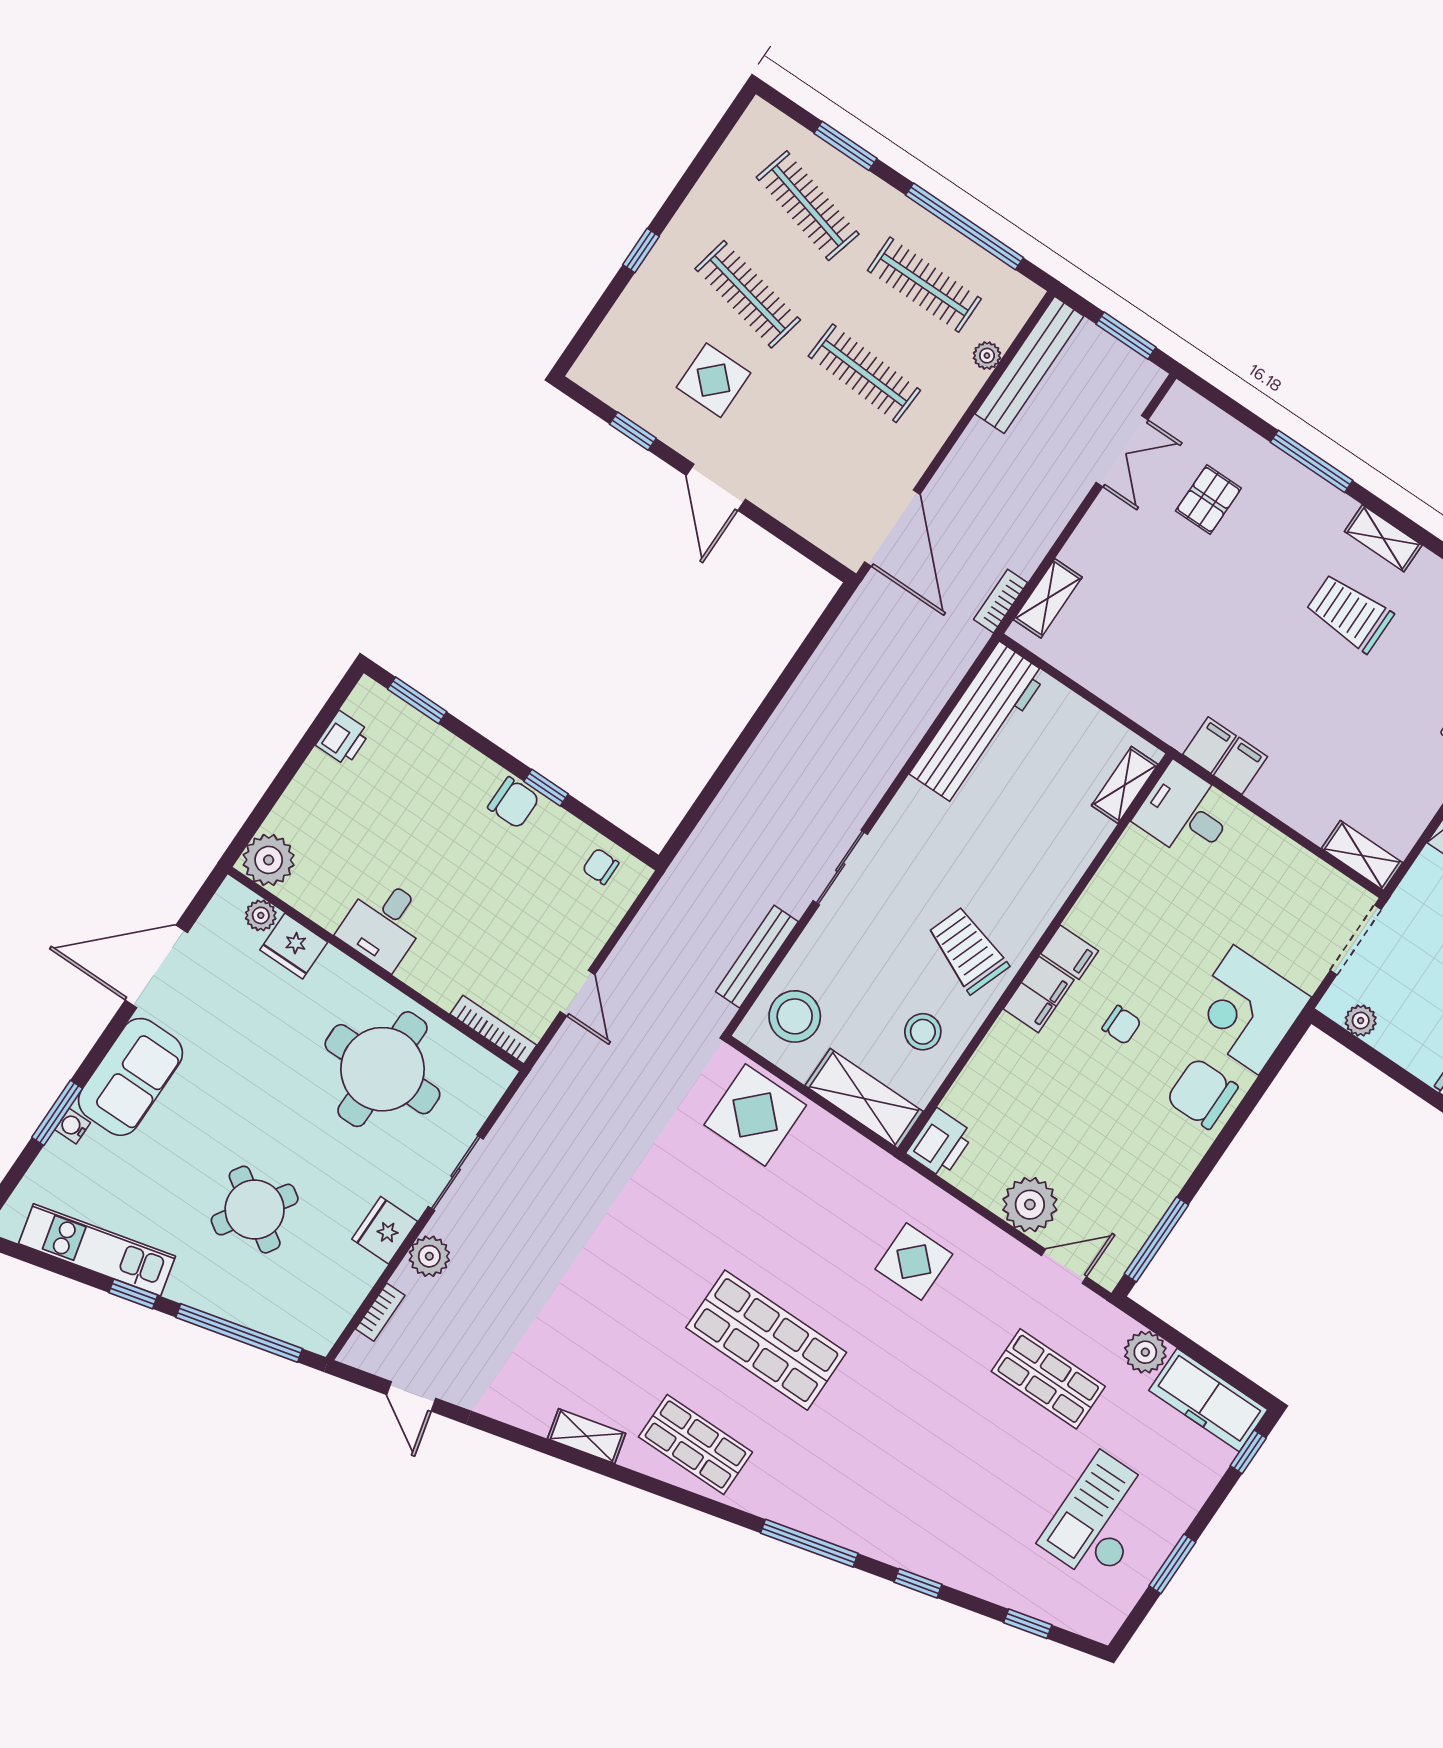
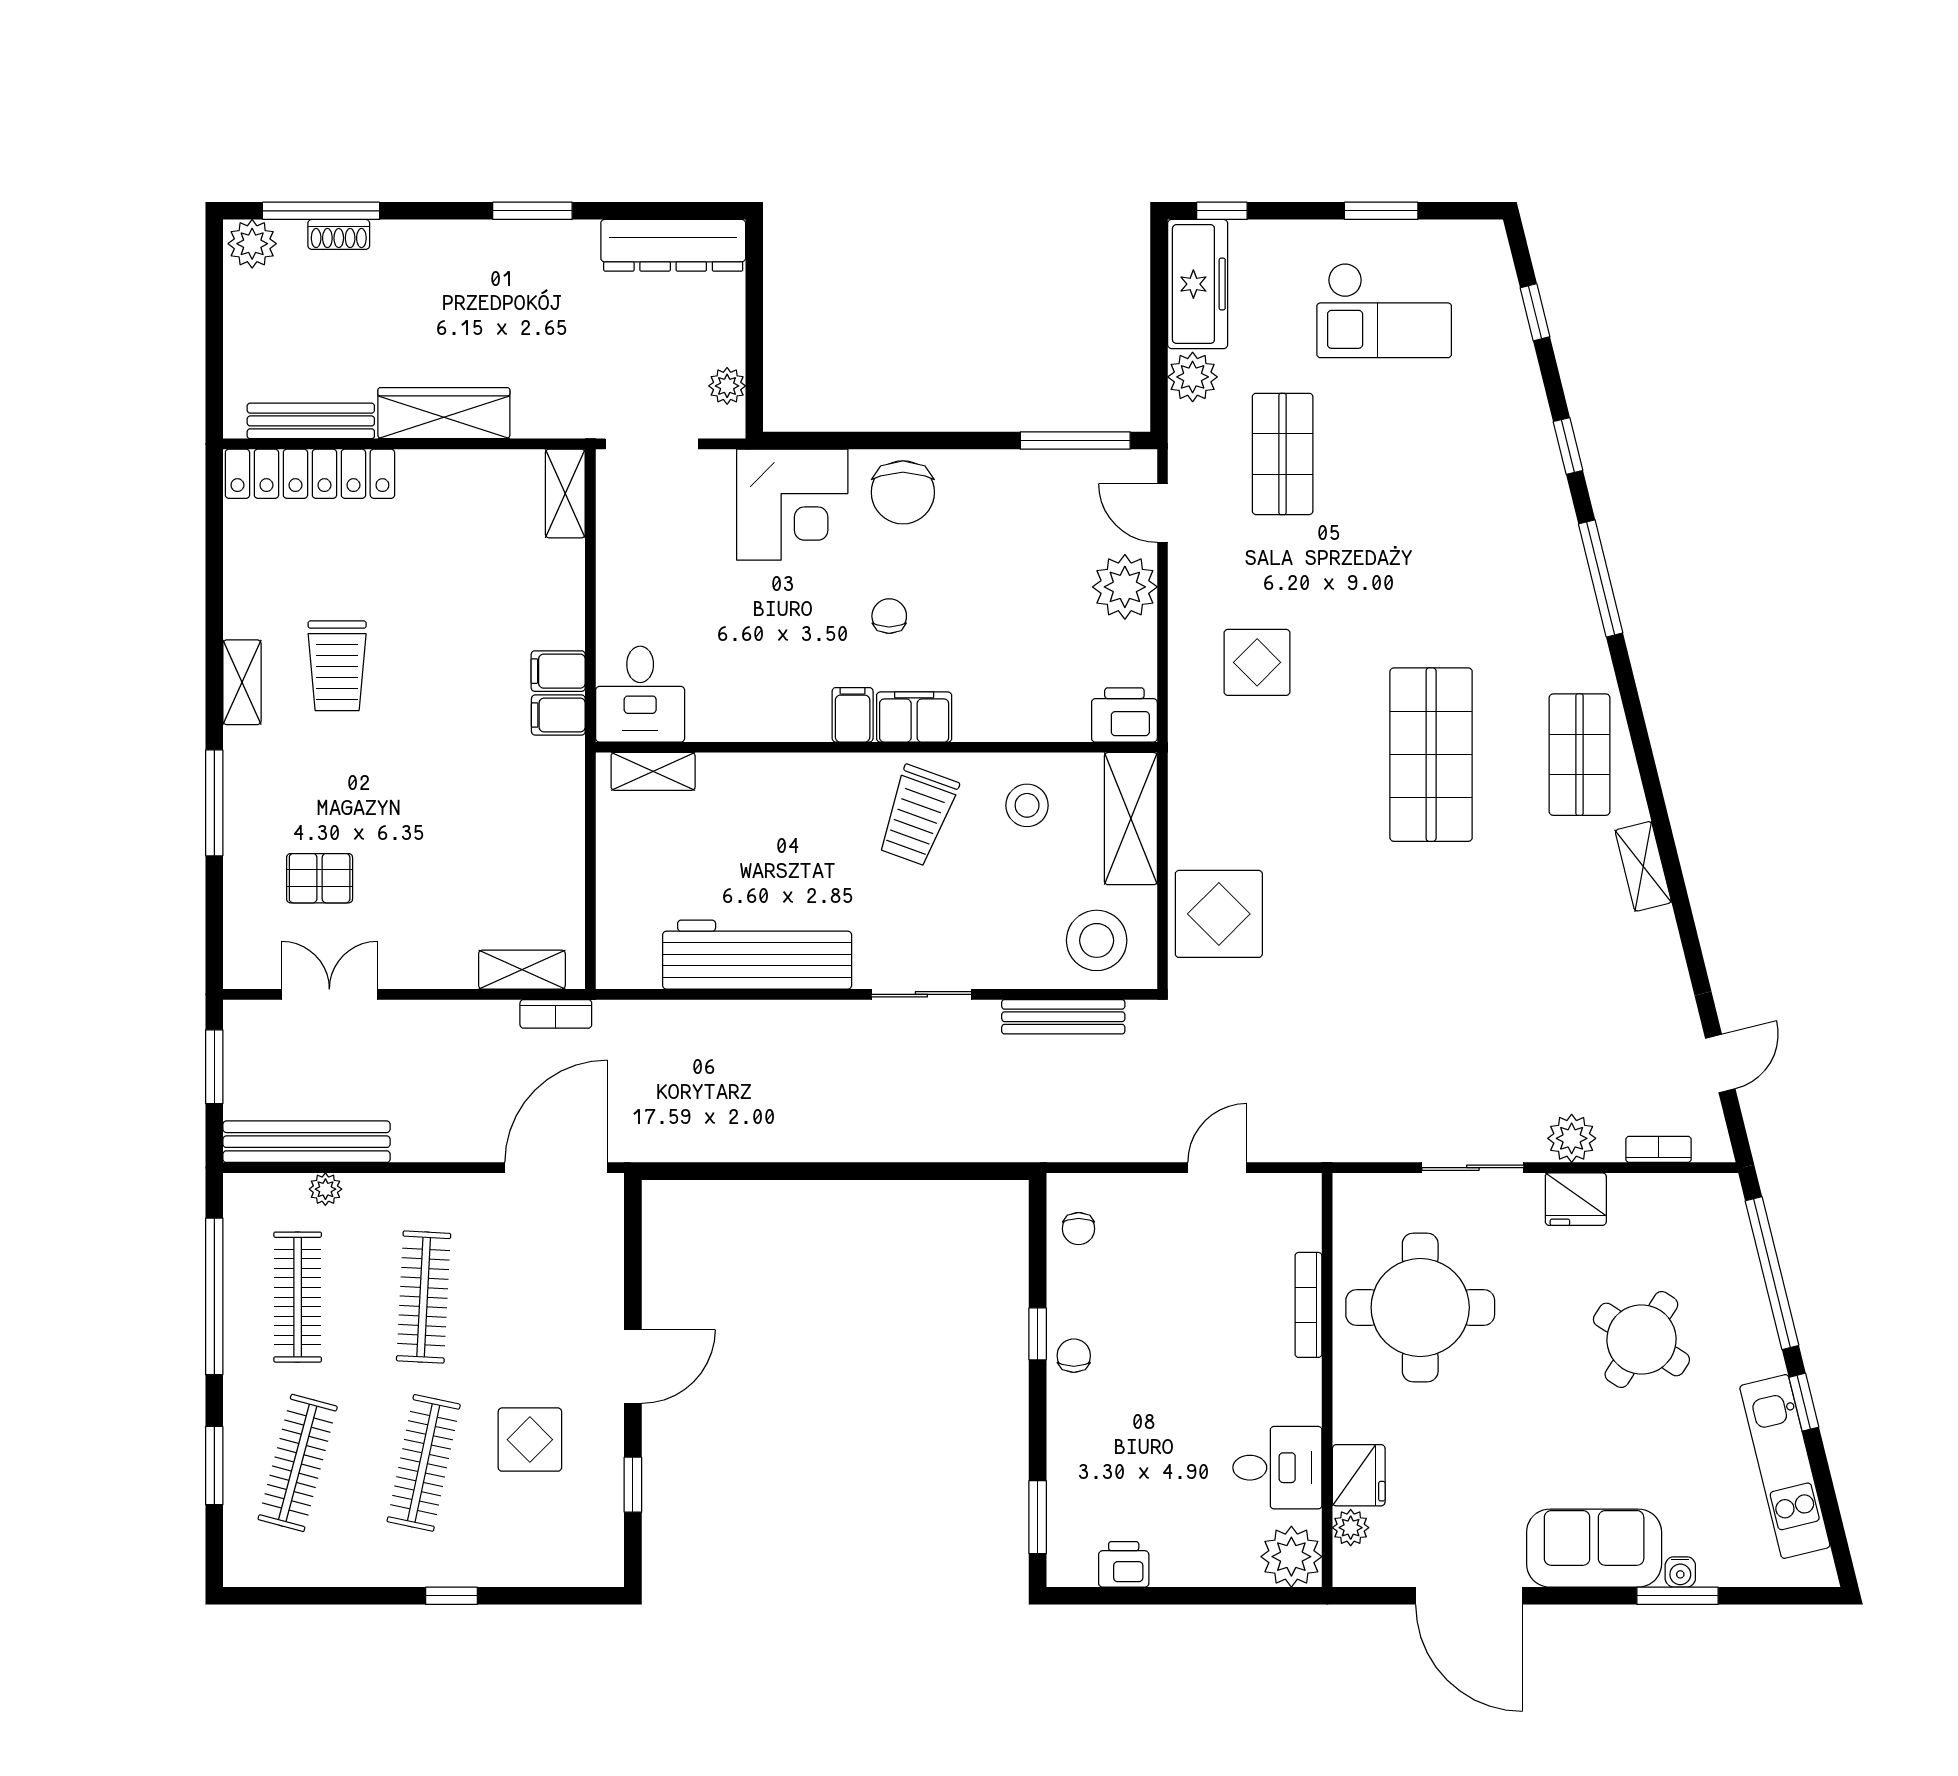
workbench: (978, 724) -> (757, 955), moved
chair: (514, 803) -> (1074, 1356), width x0.73, depth x0.73
desk: (384, 924) -> (1277, 1468), moved
bookcase: (493, 1030) -> (1308, 1305), moved

